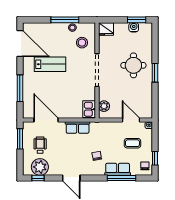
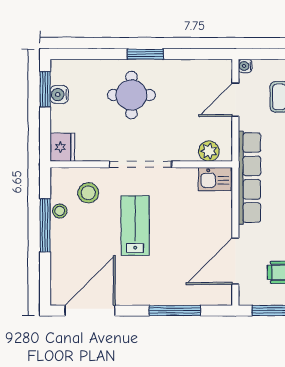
lab bench: (50, 64) -> (135, 226), moved
row of seats: (78, 127) -> (249, 178), width x2.02

